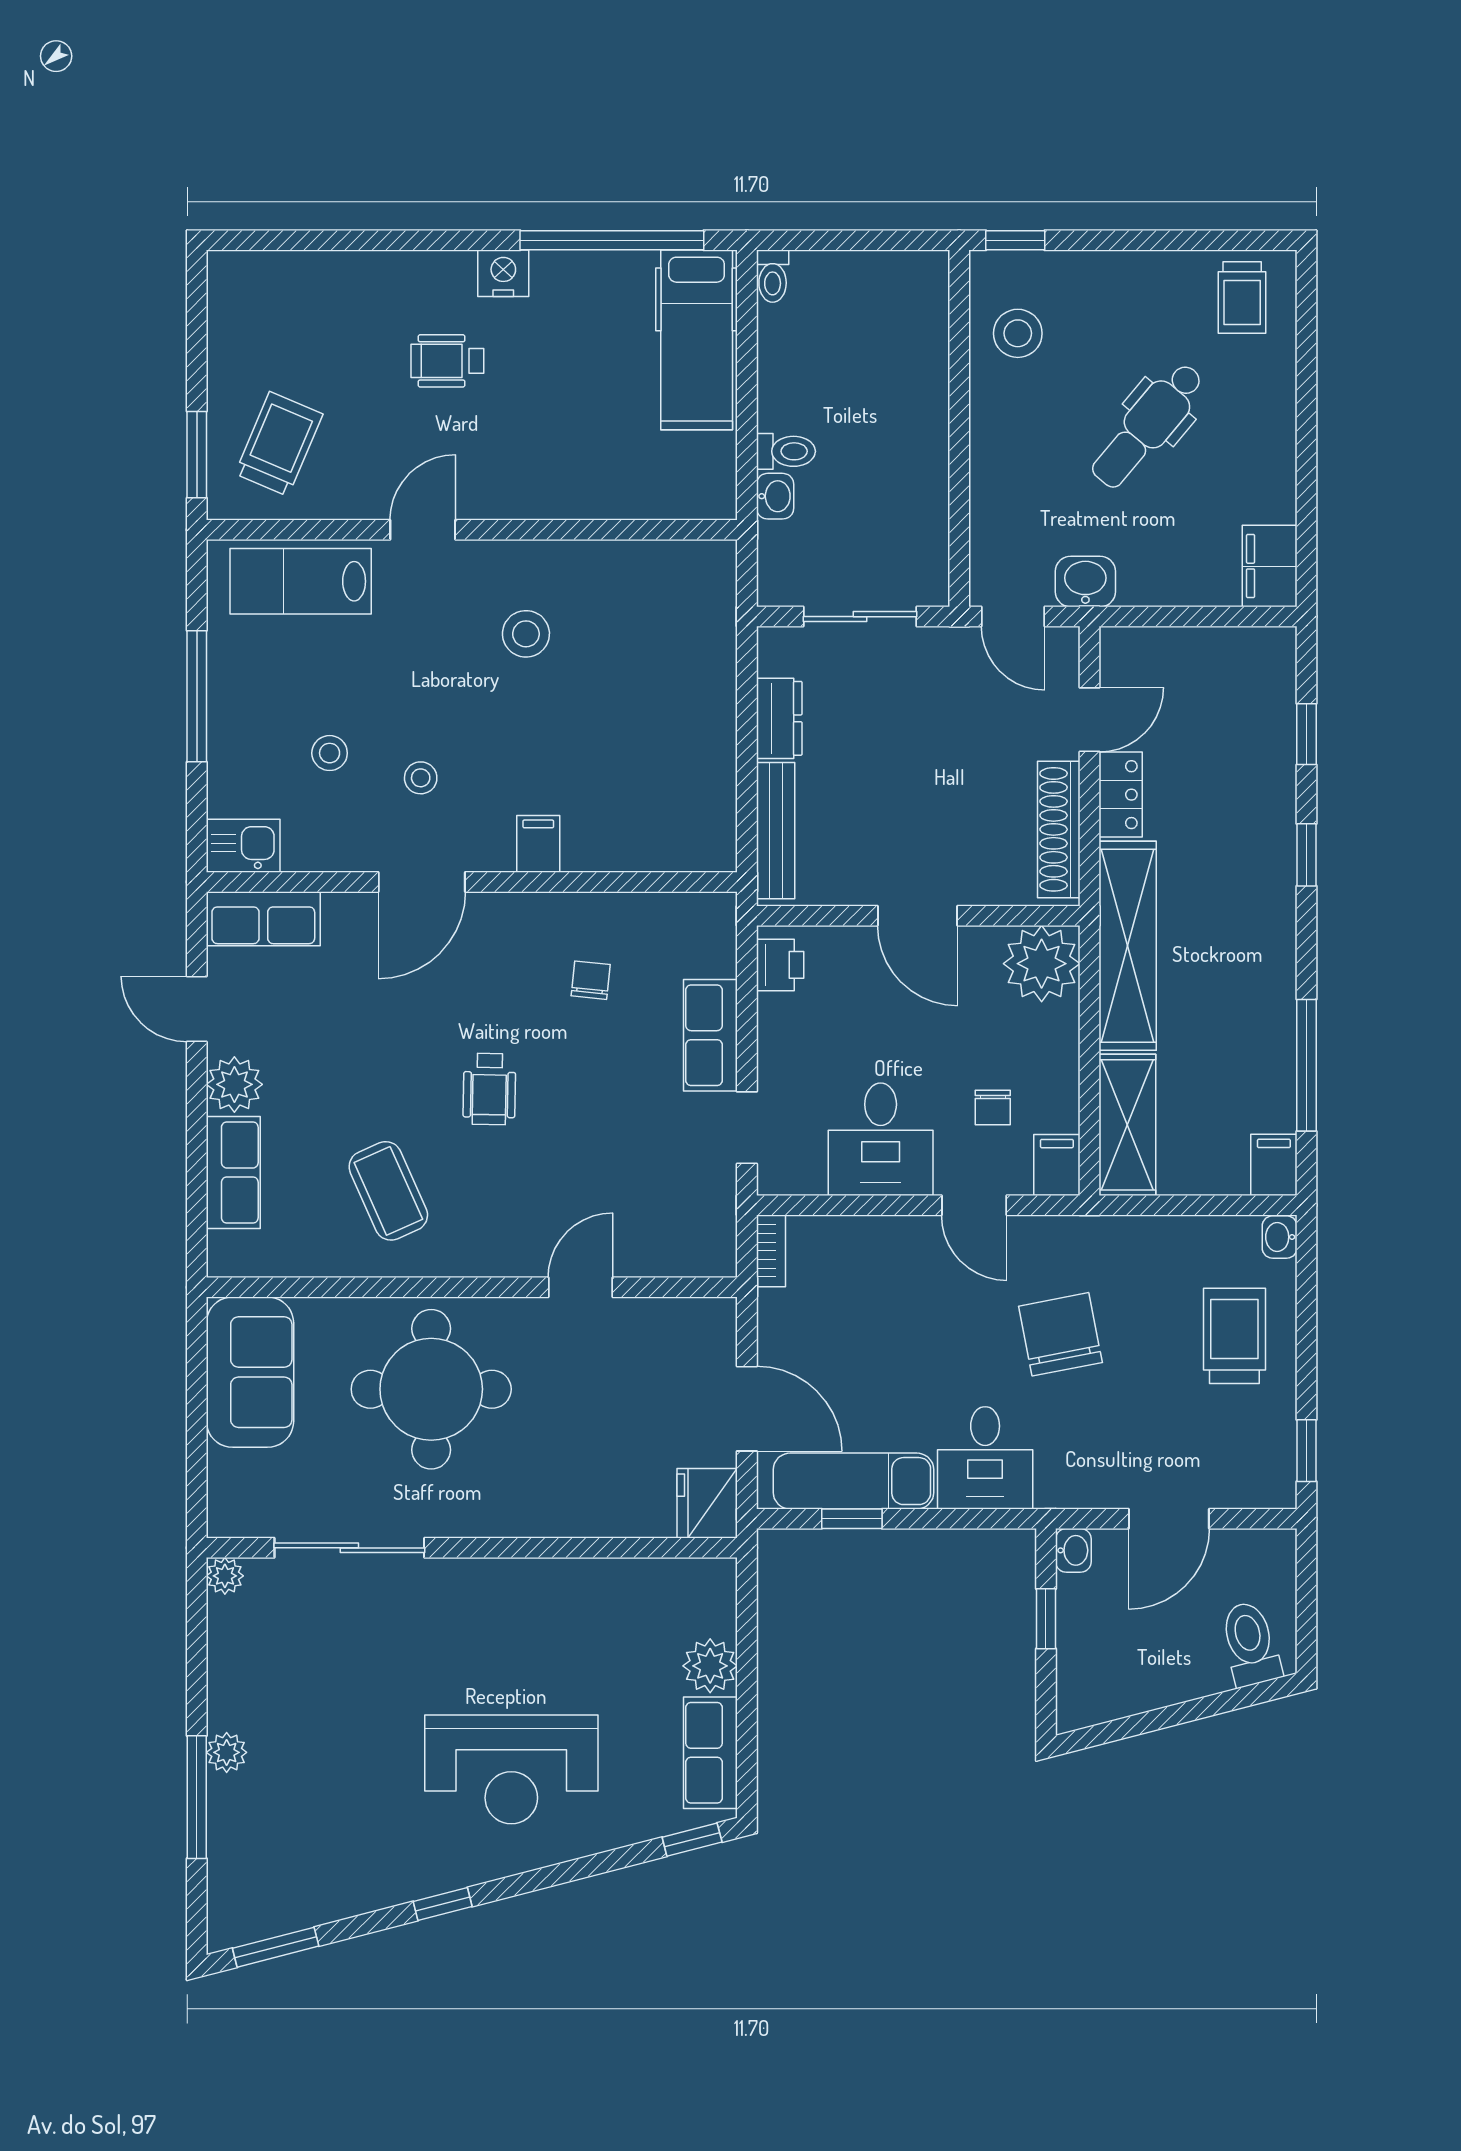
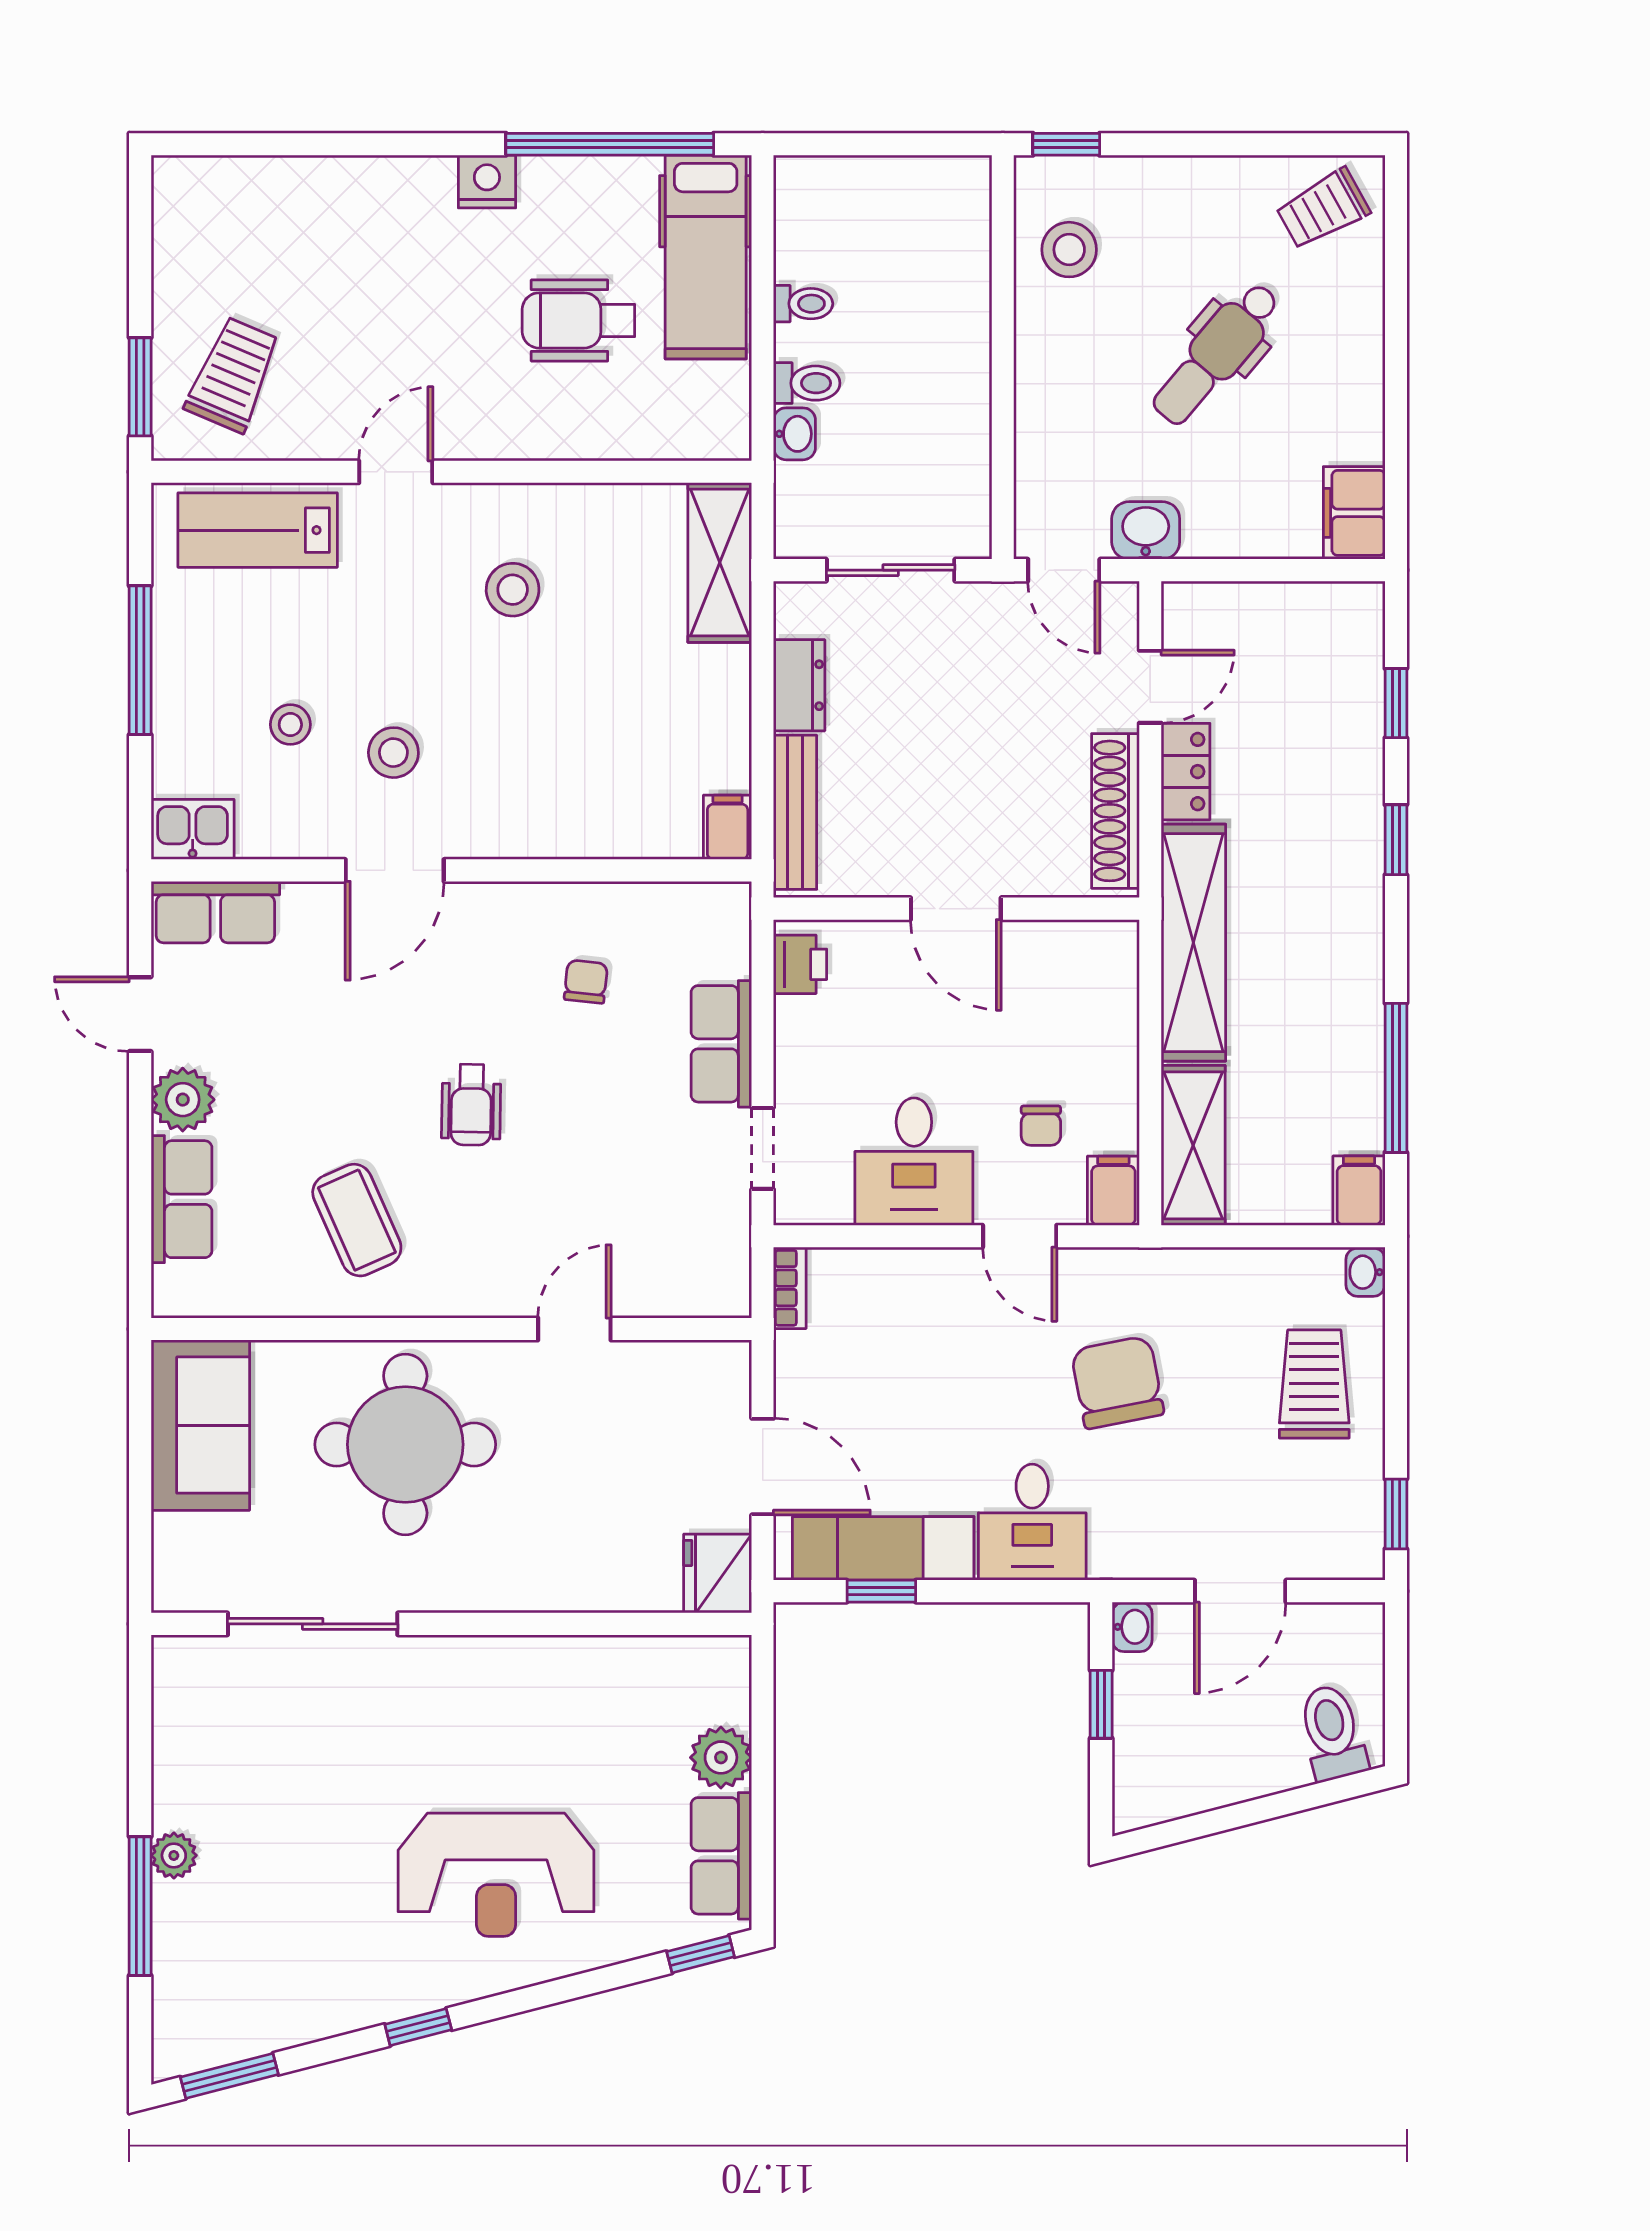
toilet: (773, 276) -> (803, 304), moved, turned -90
trolley: (1242, 297) -> (1323, 209), turned 61
wheelchair: (447, 361) -> (578, 320), moved, width x1.36, depth x1.37
shelving: (709, 610) -> (720, 563), added
stool: (421, 778) -> (393, 753), width x1.37, depth x1.37
filing cabinet: (538, 844) -> (728, 827), moved
plant: (1042, 964) -> (1096, 963), removed
plant: (225, 1576) -> (172, 1656), removed

